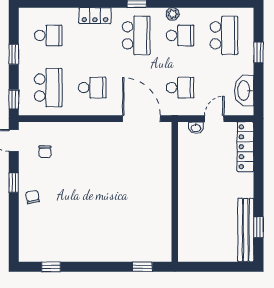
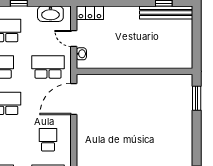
school desk: (180, 88) -> (48, 67), width x1.85
locker: (245, 147) -> (90, 13), width x0.66
window: (142, 267) -> (197, 98), width x1.50

